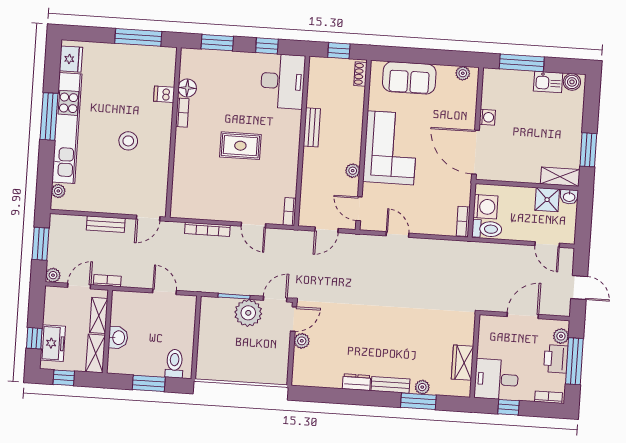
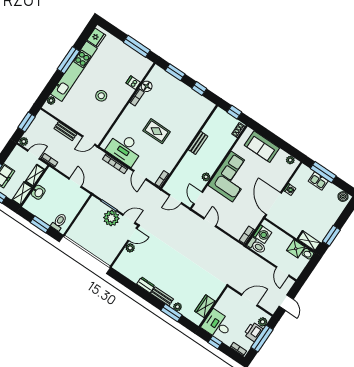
desk: (283, 81) -> (125, 149), moved, turned 90
kitchen sink: (548, 82) -> (318, 181), moved

